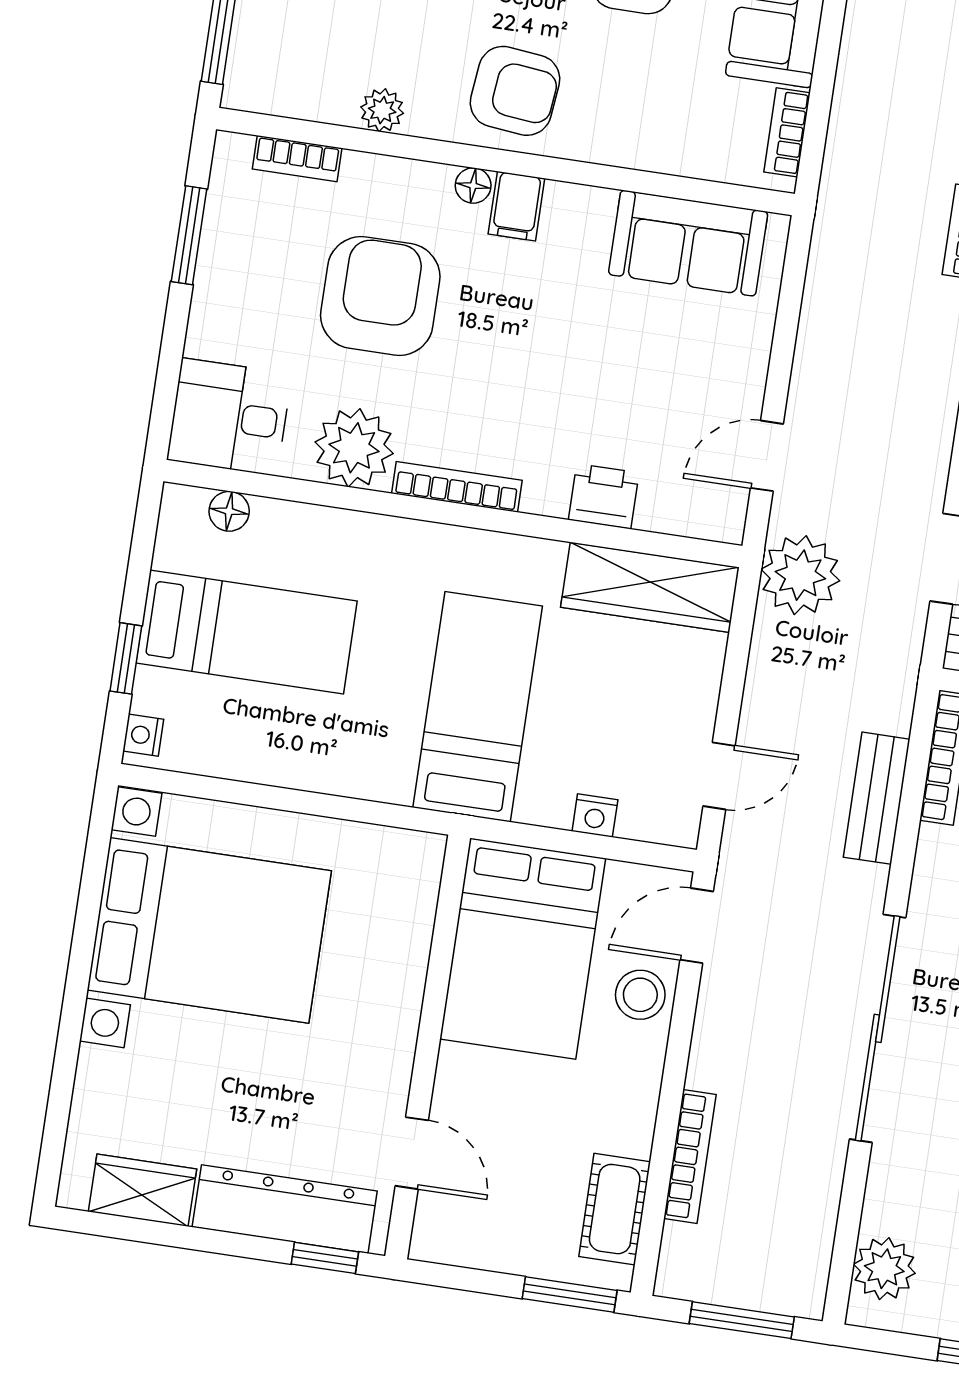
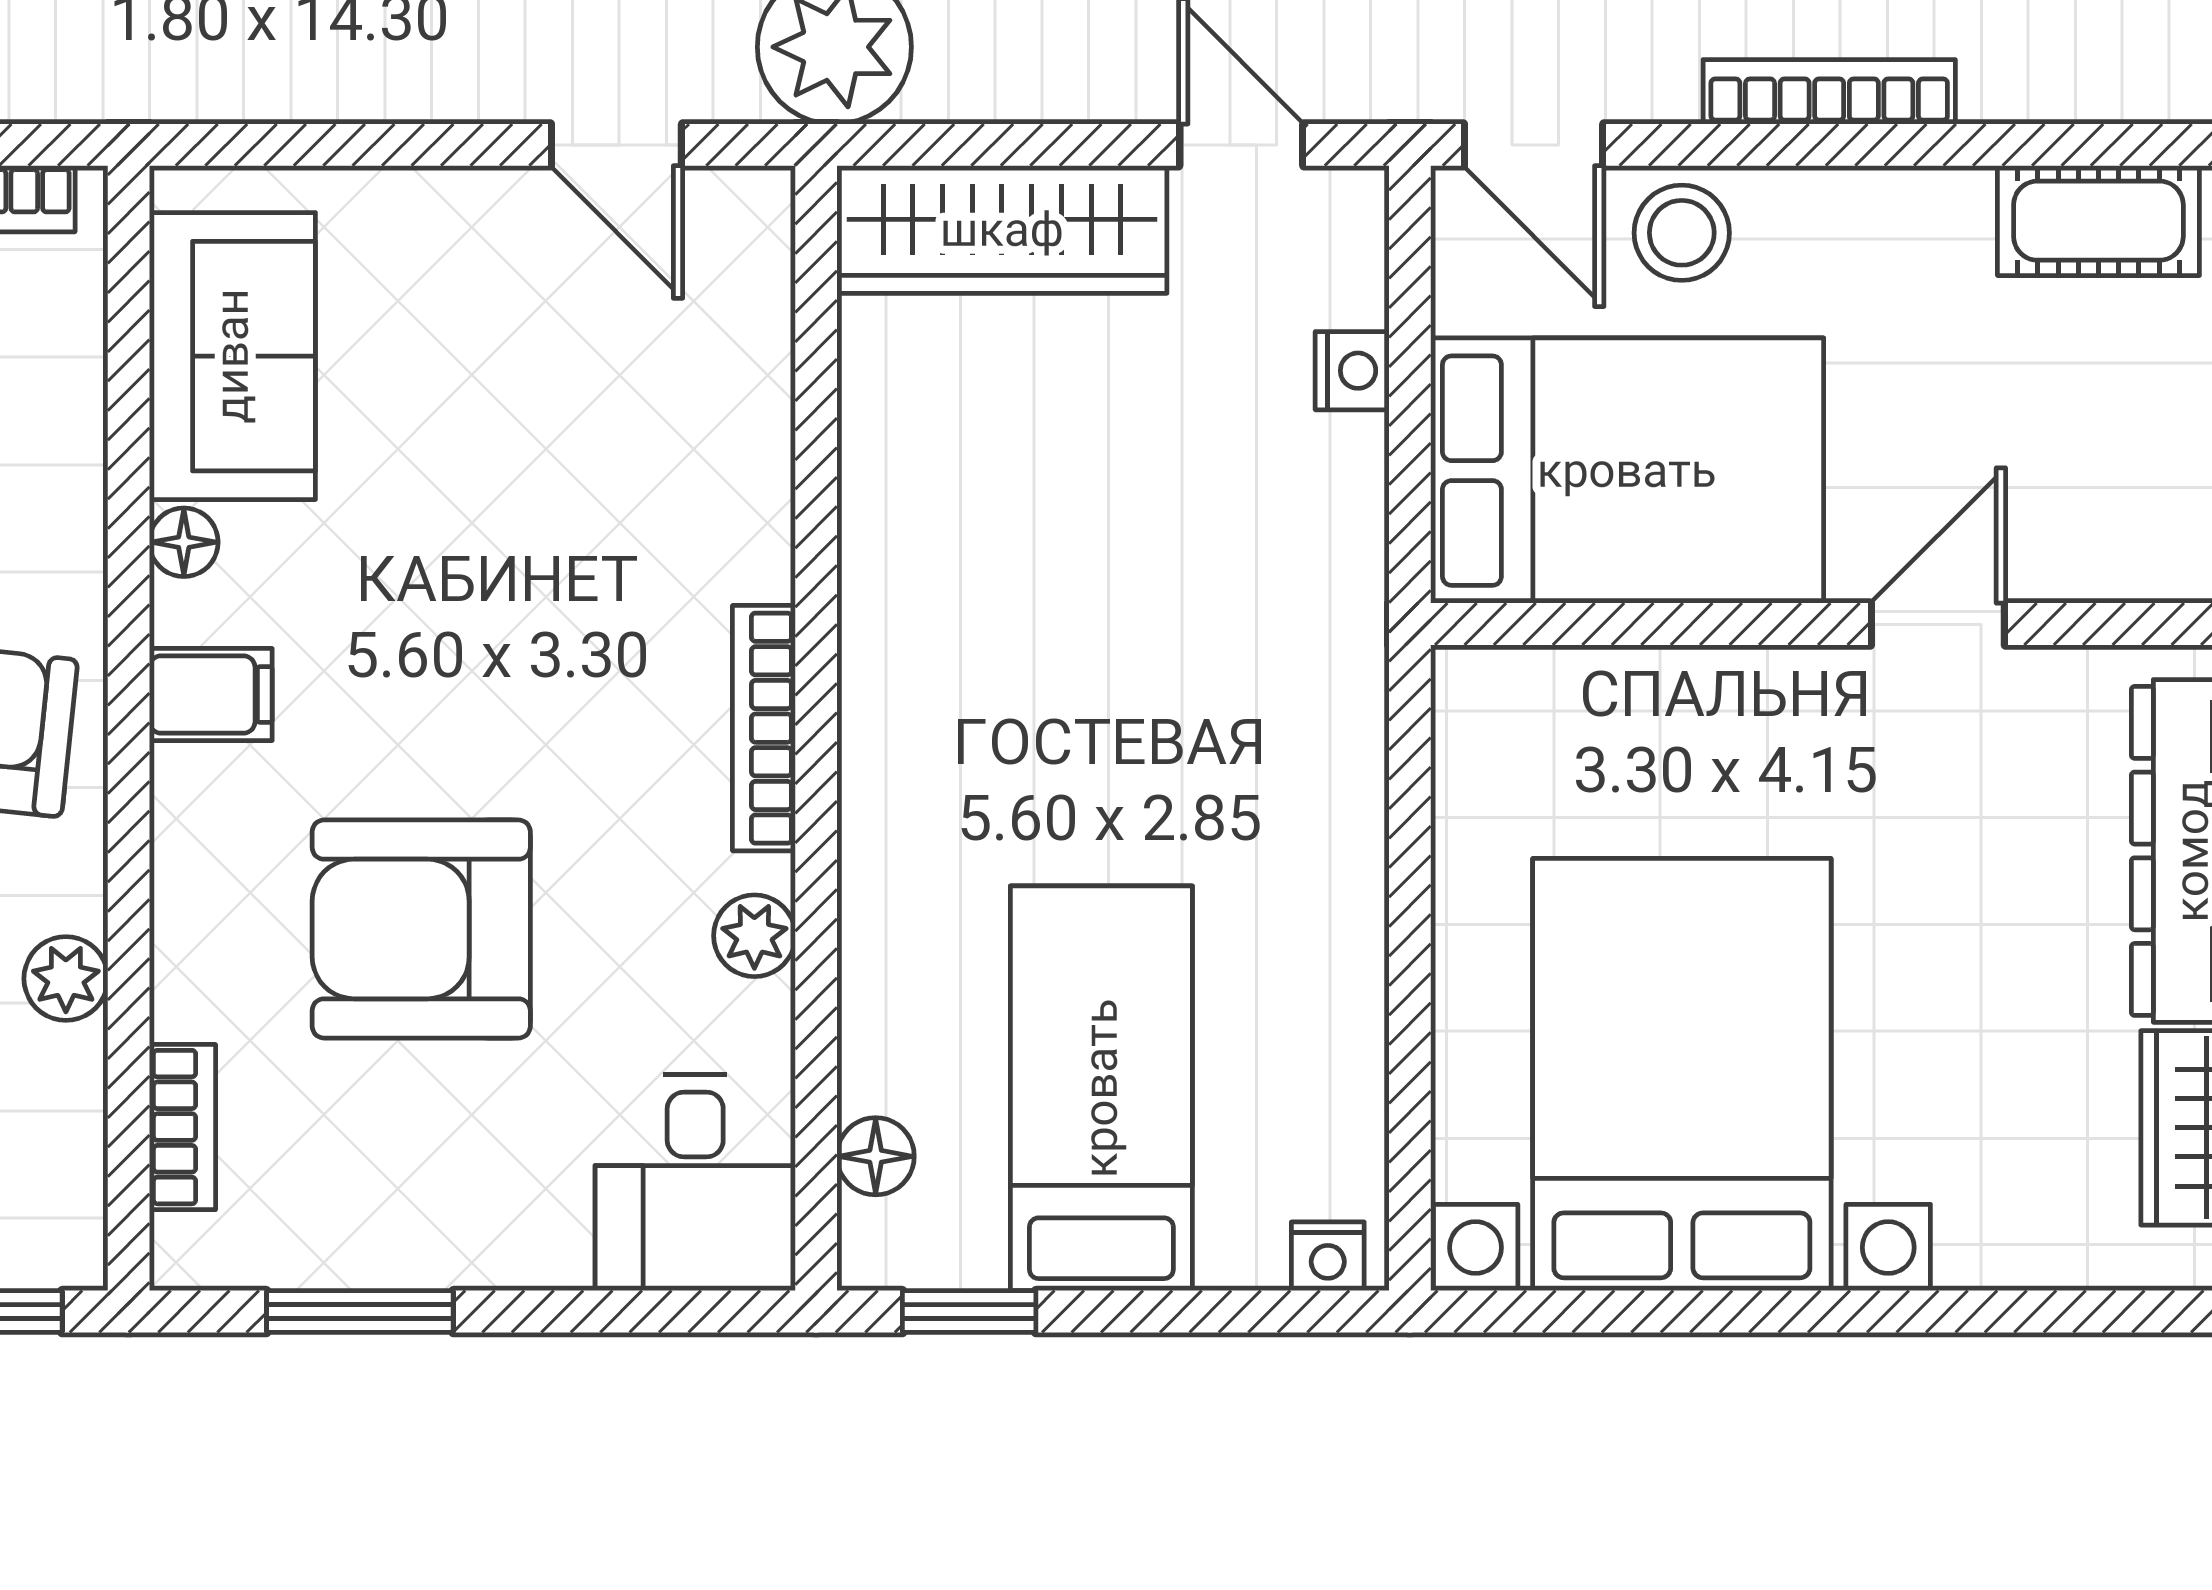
floor lamp: (473, 186) -> (184, 542), moved
plant: (354, 448) -> (754, 936), width x0.53, depth x0.53
printer: (604, 496) -> (740, 445), removed
wardrobe: (650, 587) -> (1002, 230), moved, turned 90
window: (126, 658) -> (969, 1312), moved
bed: (478, 707) -> (1178, 626), removed
door: (412, 1153) -> (1938, 624), moved
bookcase: (690, 1156) -> (1829, 92), moved

